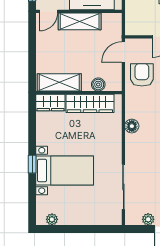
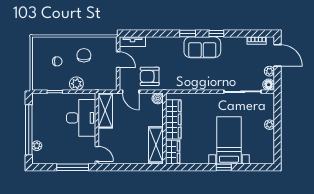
shelving: (80, 21) -> (105, 111), moved
boiler: (98, 85) -> (158, 98), moved
floor lamp: (132, 126) -> (269, 85), moved
plant: (52, 219) -> (270, 125), moved

